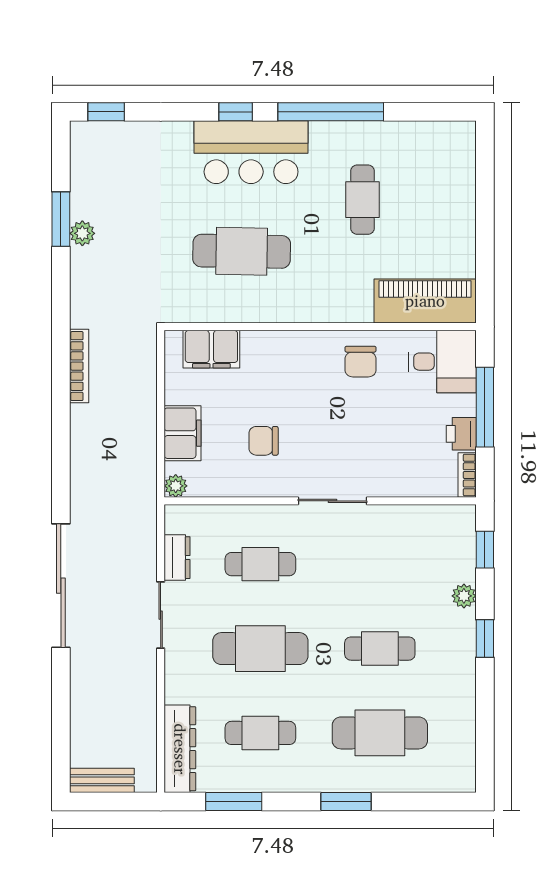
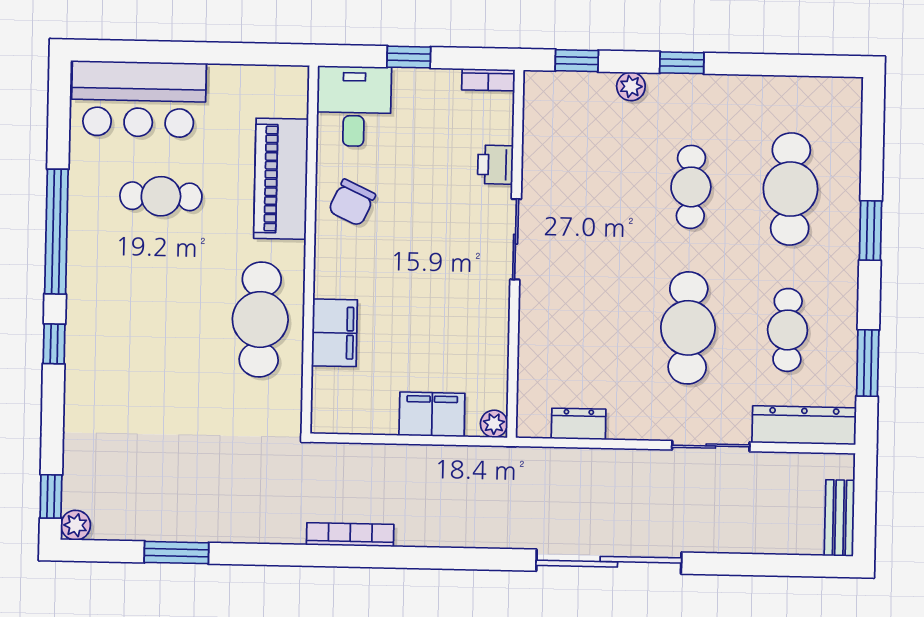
bar counter: (251, 152) -> (139, 99), moved, turned 90
plant: (82, 233) -> (76, 525), moved
cafe table: (242, 251) -> (260, 319), moved
piano: (425, 301) -> (281, 179), moved
filing cabinet: (211, 349) -> (334, 333), moved
chair: (361, 362) -> (352, 203), turned 115
window: (485, 407) -> (409, 57), width x0.46
printer: (461, 434) -> (495, 165), moved, turned 90
chair: (264, 441) -> (443, 319), removed
cafe table: (260, 564) -> (588, 326), removed
sliding door: (161, 615) -> (711, 446), moved

